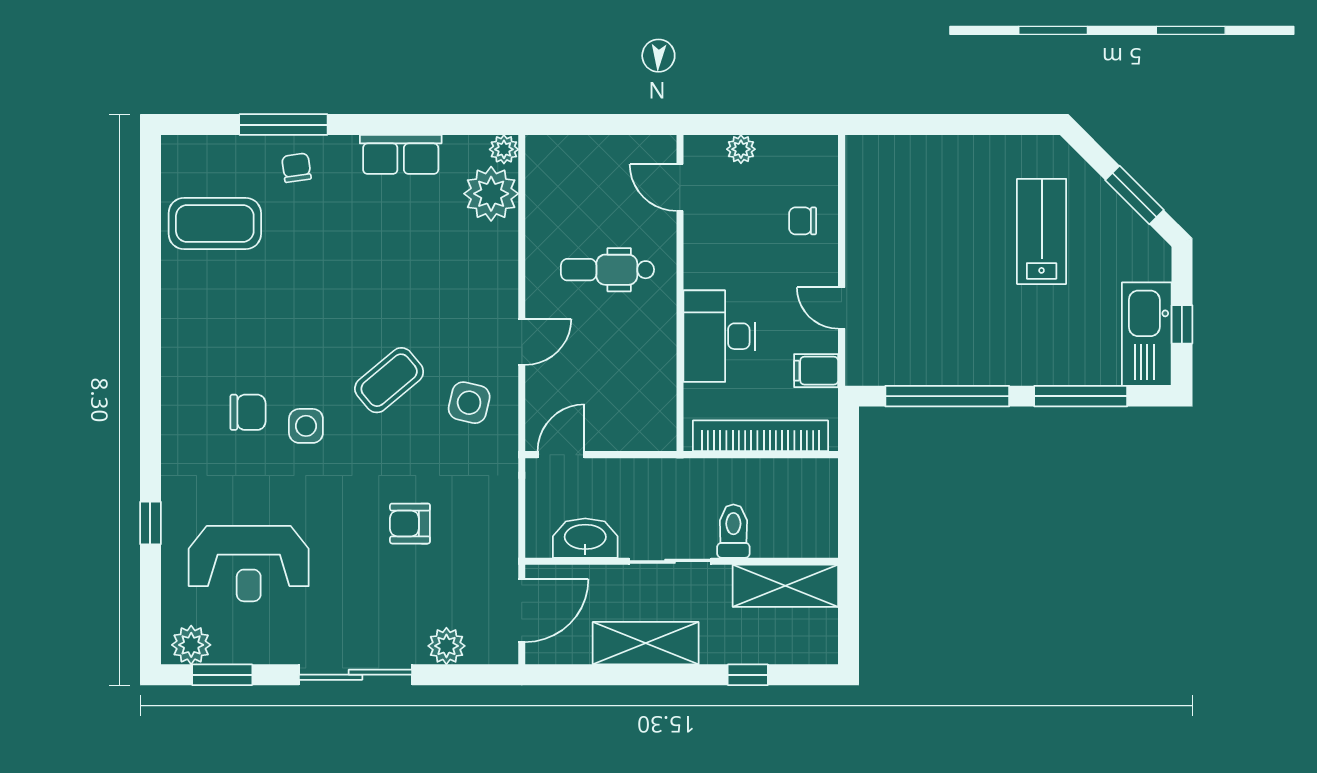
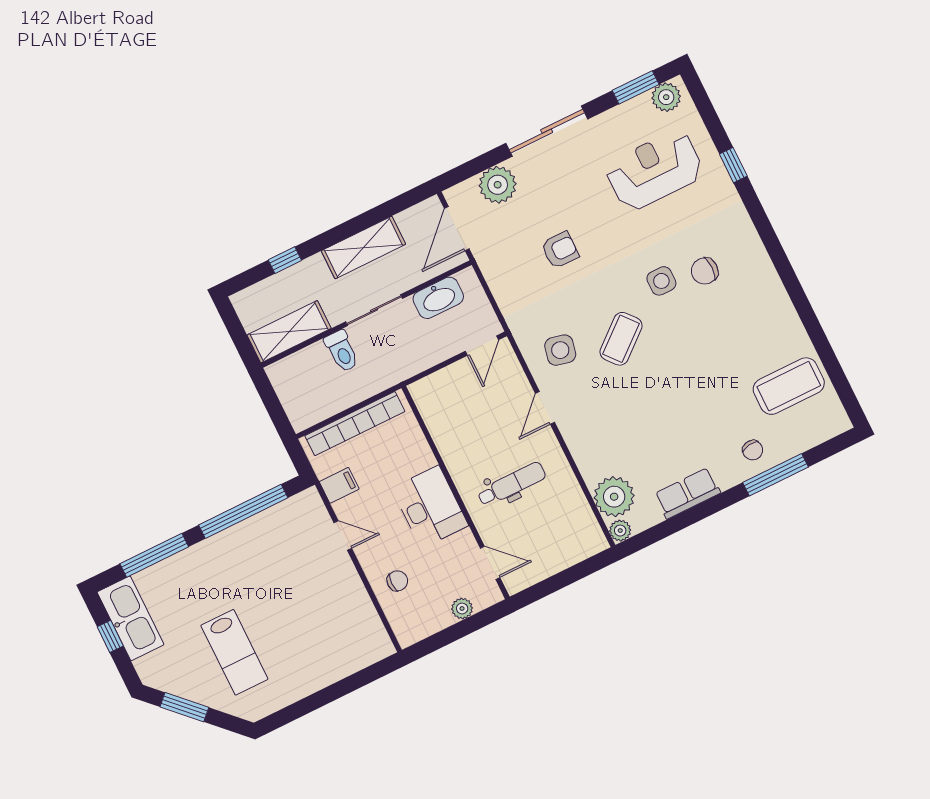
desk: (719, 336) -> (430, 507), moved
plant: (446, 646) -> (498, 185), width x1.36, depth x1.36

